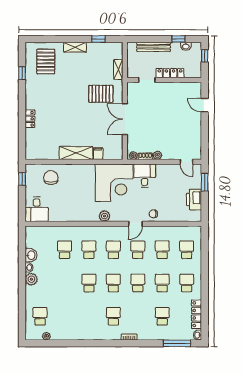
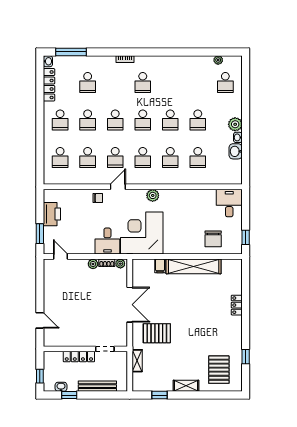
shelving: (76, 153) -> (194, 266), width x1.47
school desk: (64, 283) -> (198, 120), added

